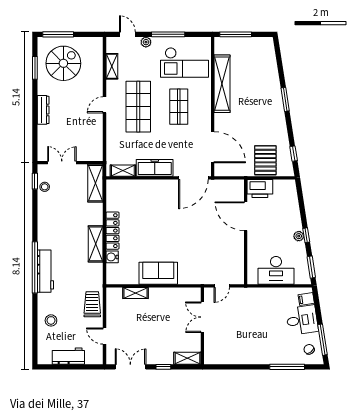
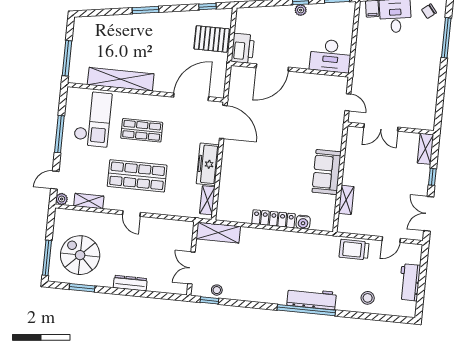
plant: (146, 42) -> (62, 199), moved
shelving: (96, 244) -> (287, 239), removed
desk: (276, 270) -> (331, 56), moved, turned 90

